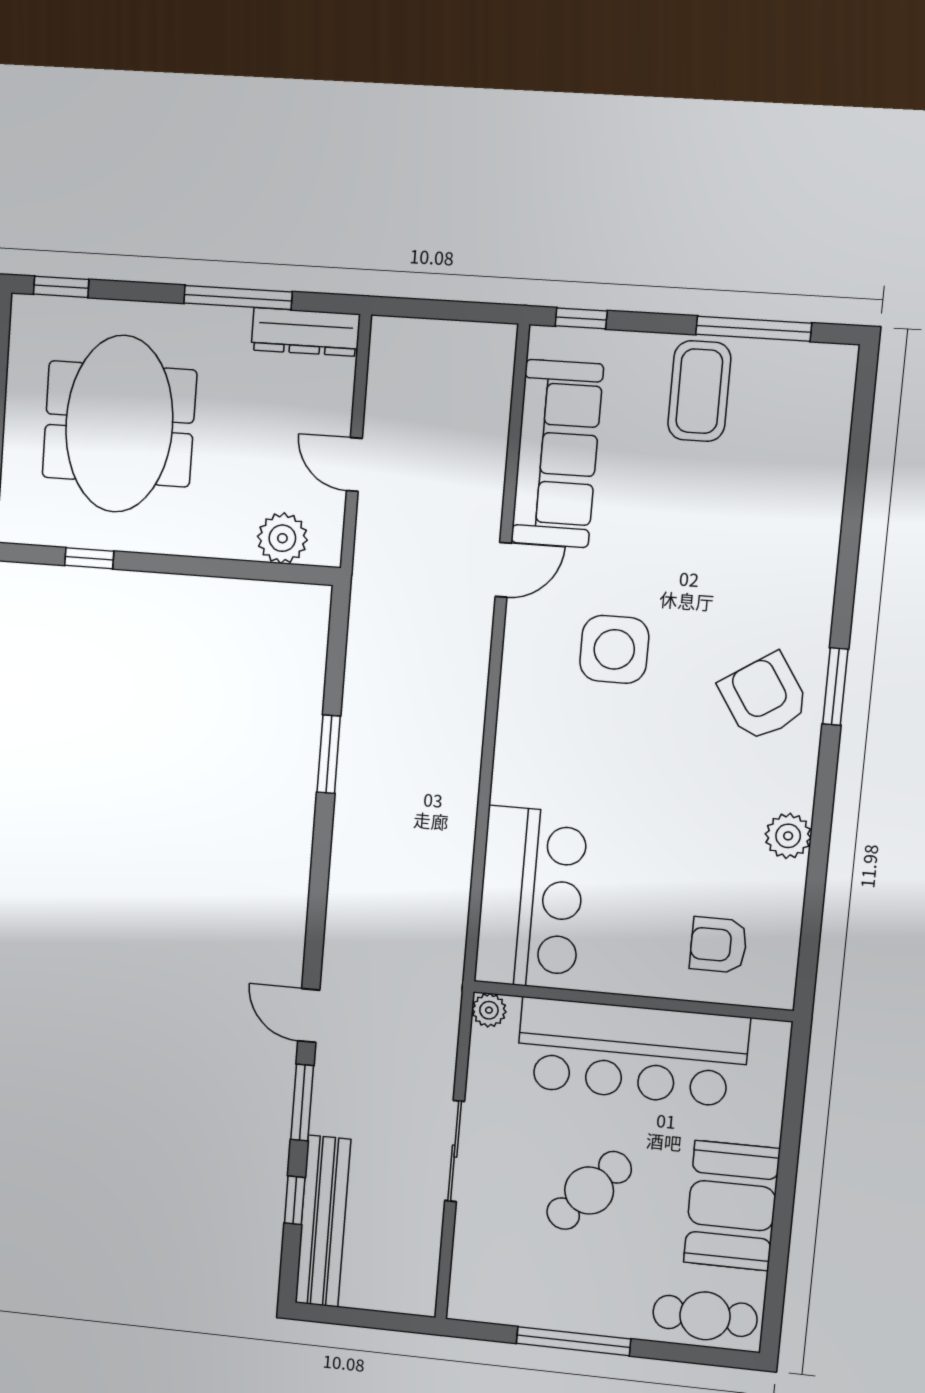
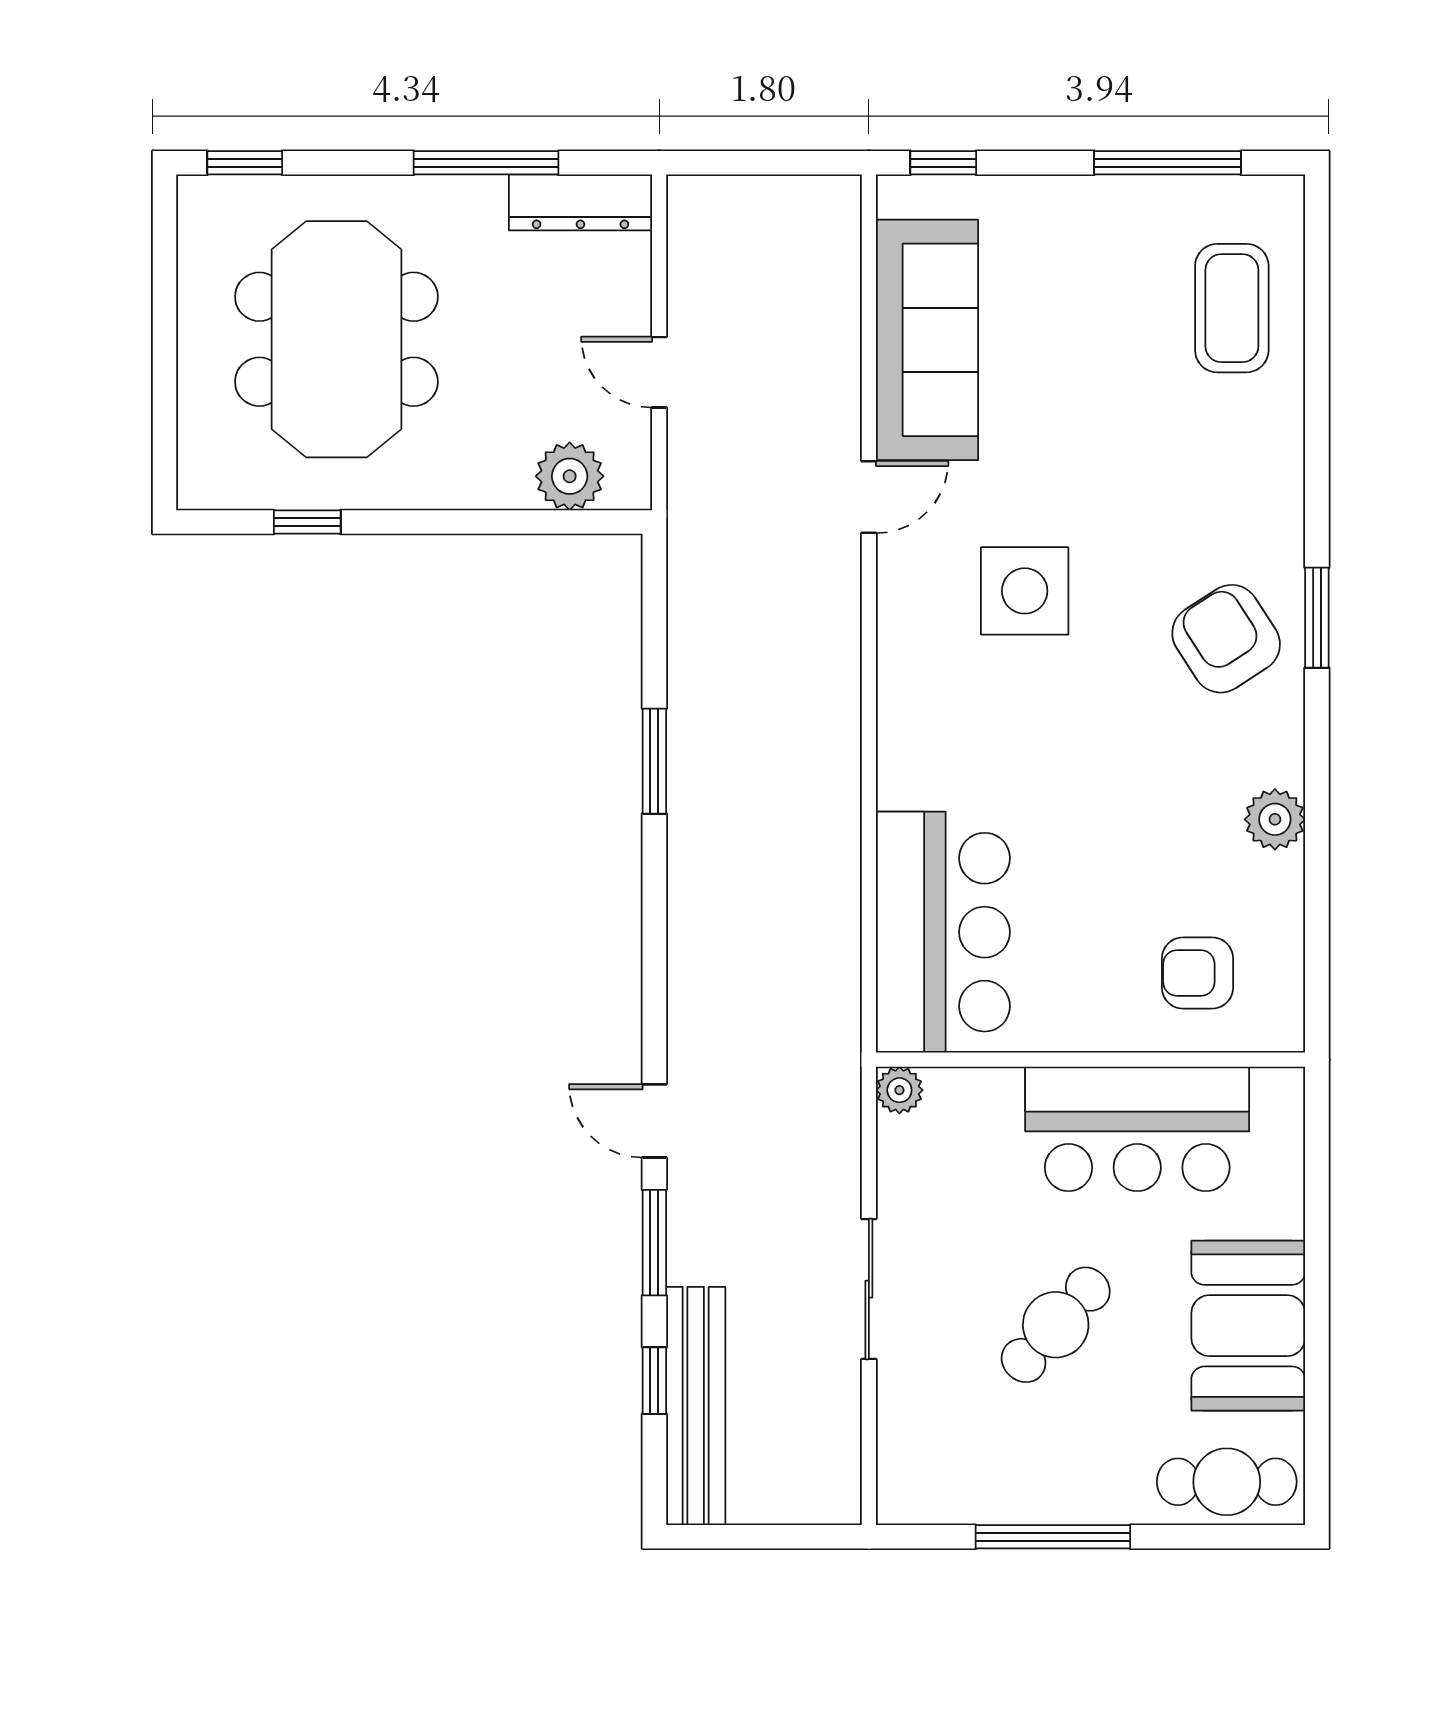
coffee table: (699, 391) -> (1232, 308), moved
bar counter: (632, 1052) -> (1137, 1129), width x0.73

